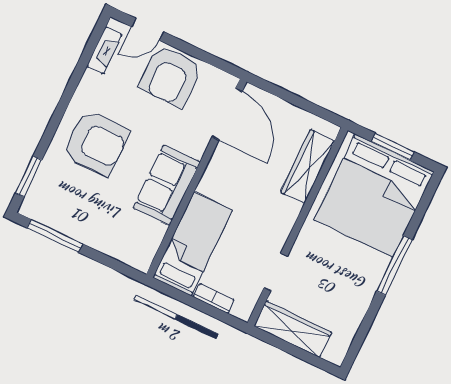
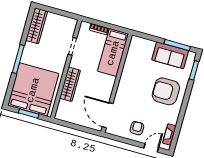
armchair: (170, 76) -> (137, 128), width x0.53, depth x0.53
wardrobe: (308, 167) -> (70, 84), moved
sofa: (167, 185) -> (170, 55), moved, turned 90
wardrobe: (293, 329) -> (37, 26), moved, turned -90

